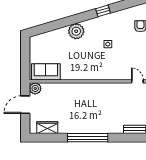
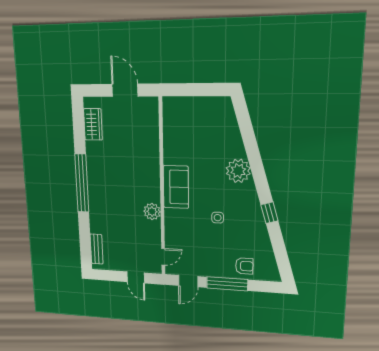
sofa: (46, 72) -> (176, 187), moved
plant: (35, 88) -> (152, 212), moved

